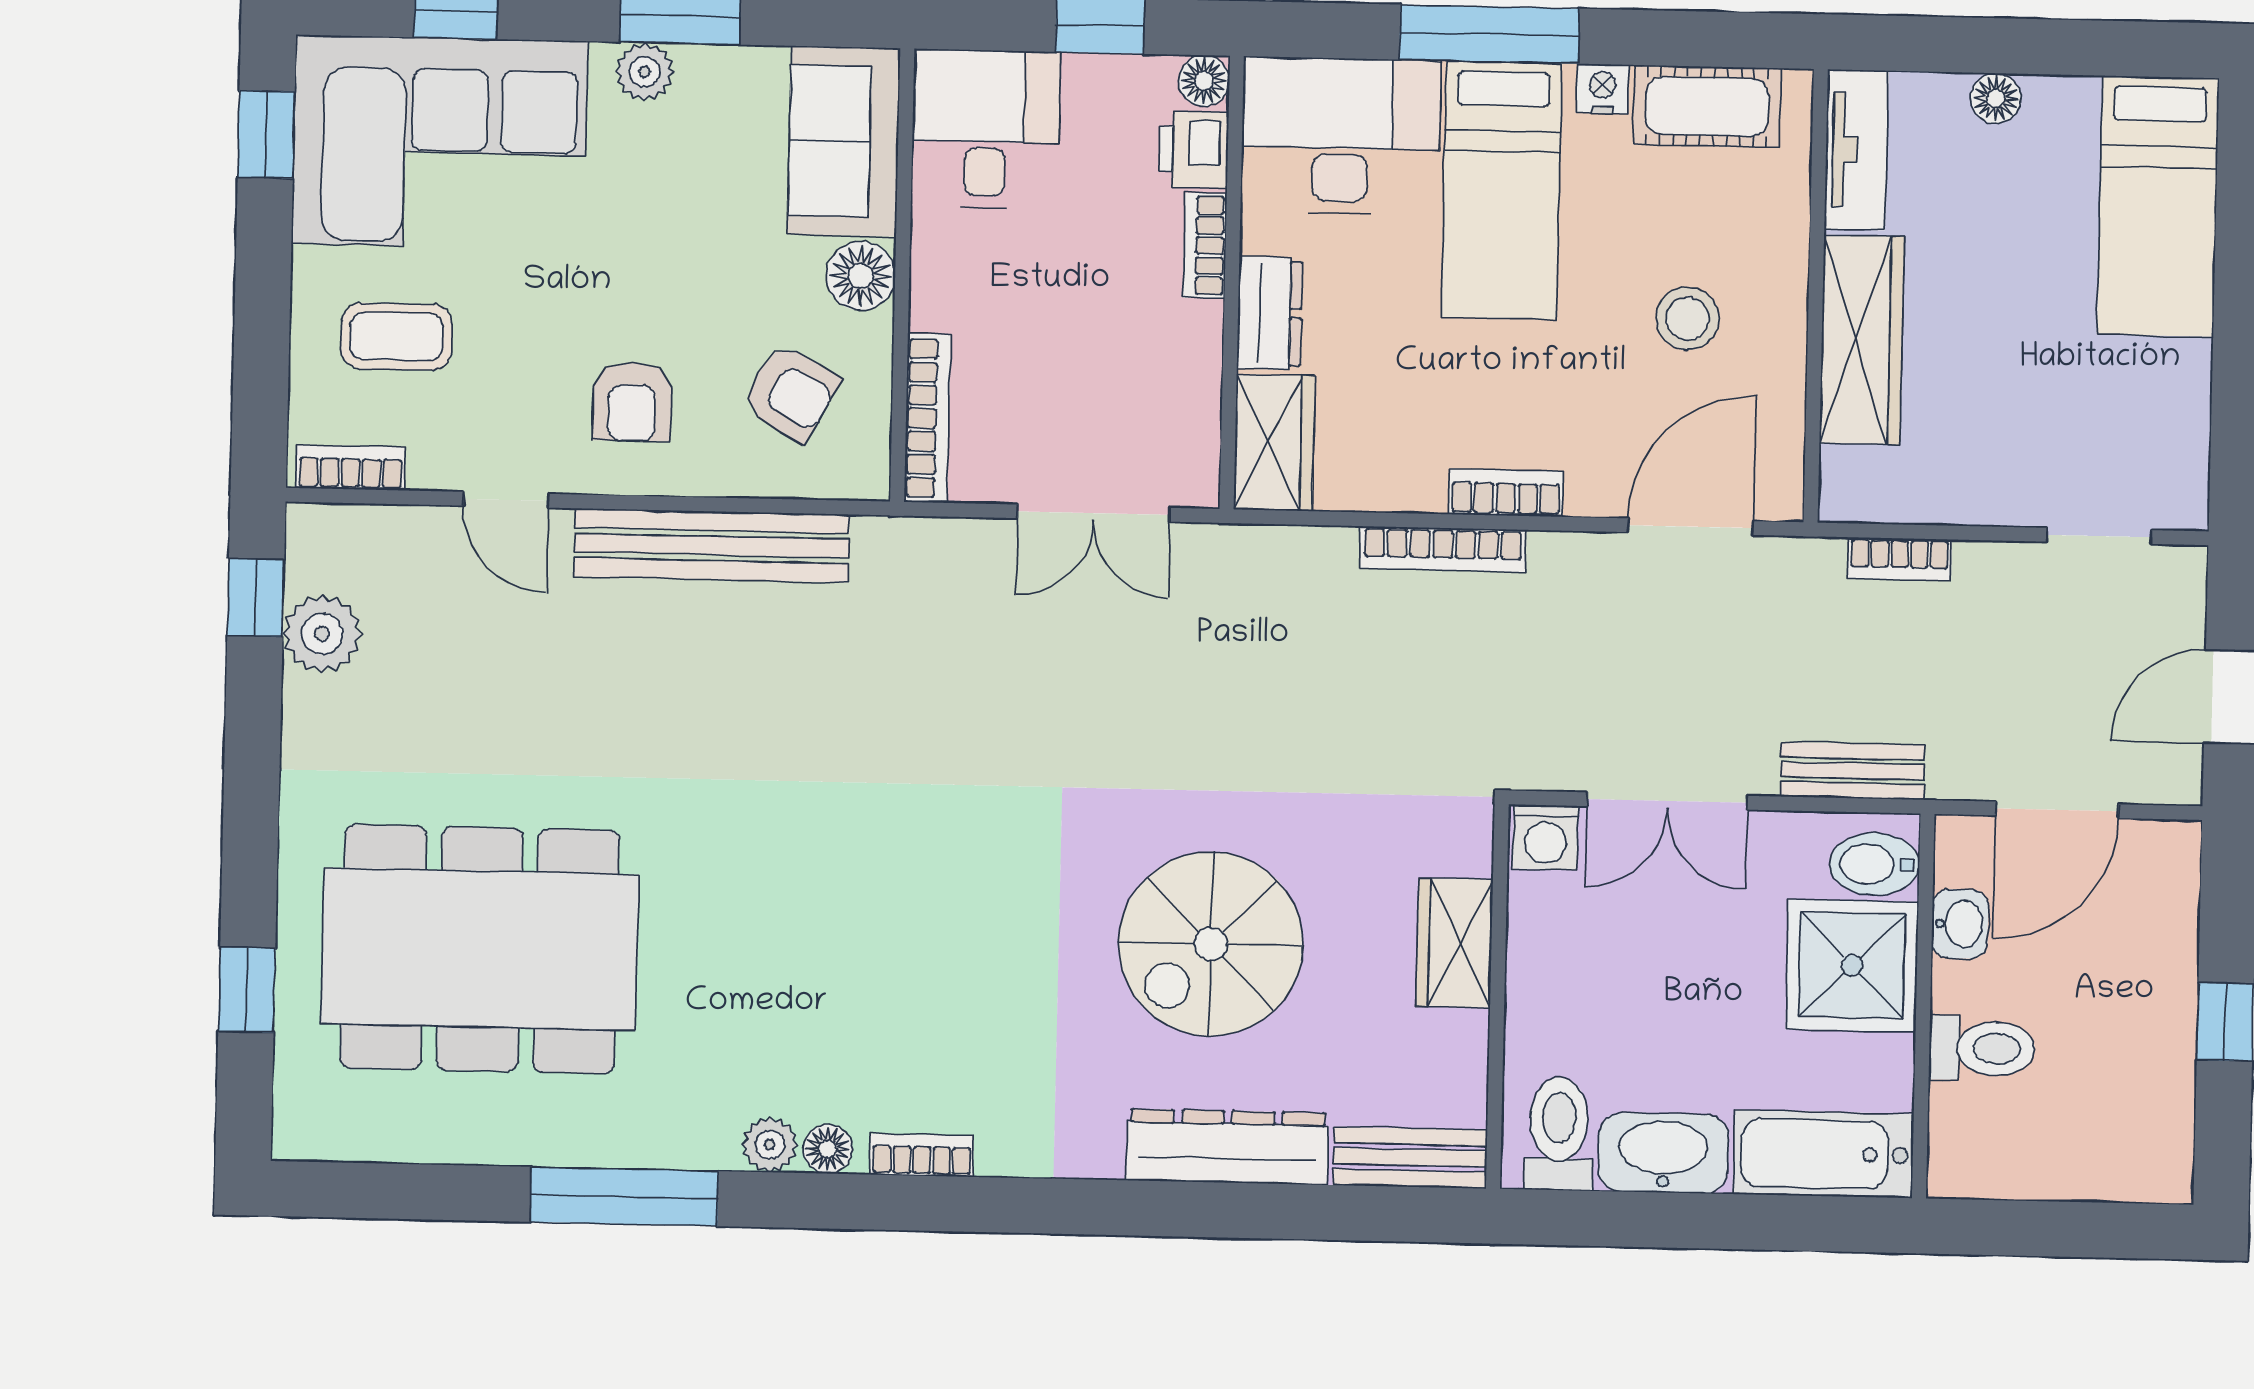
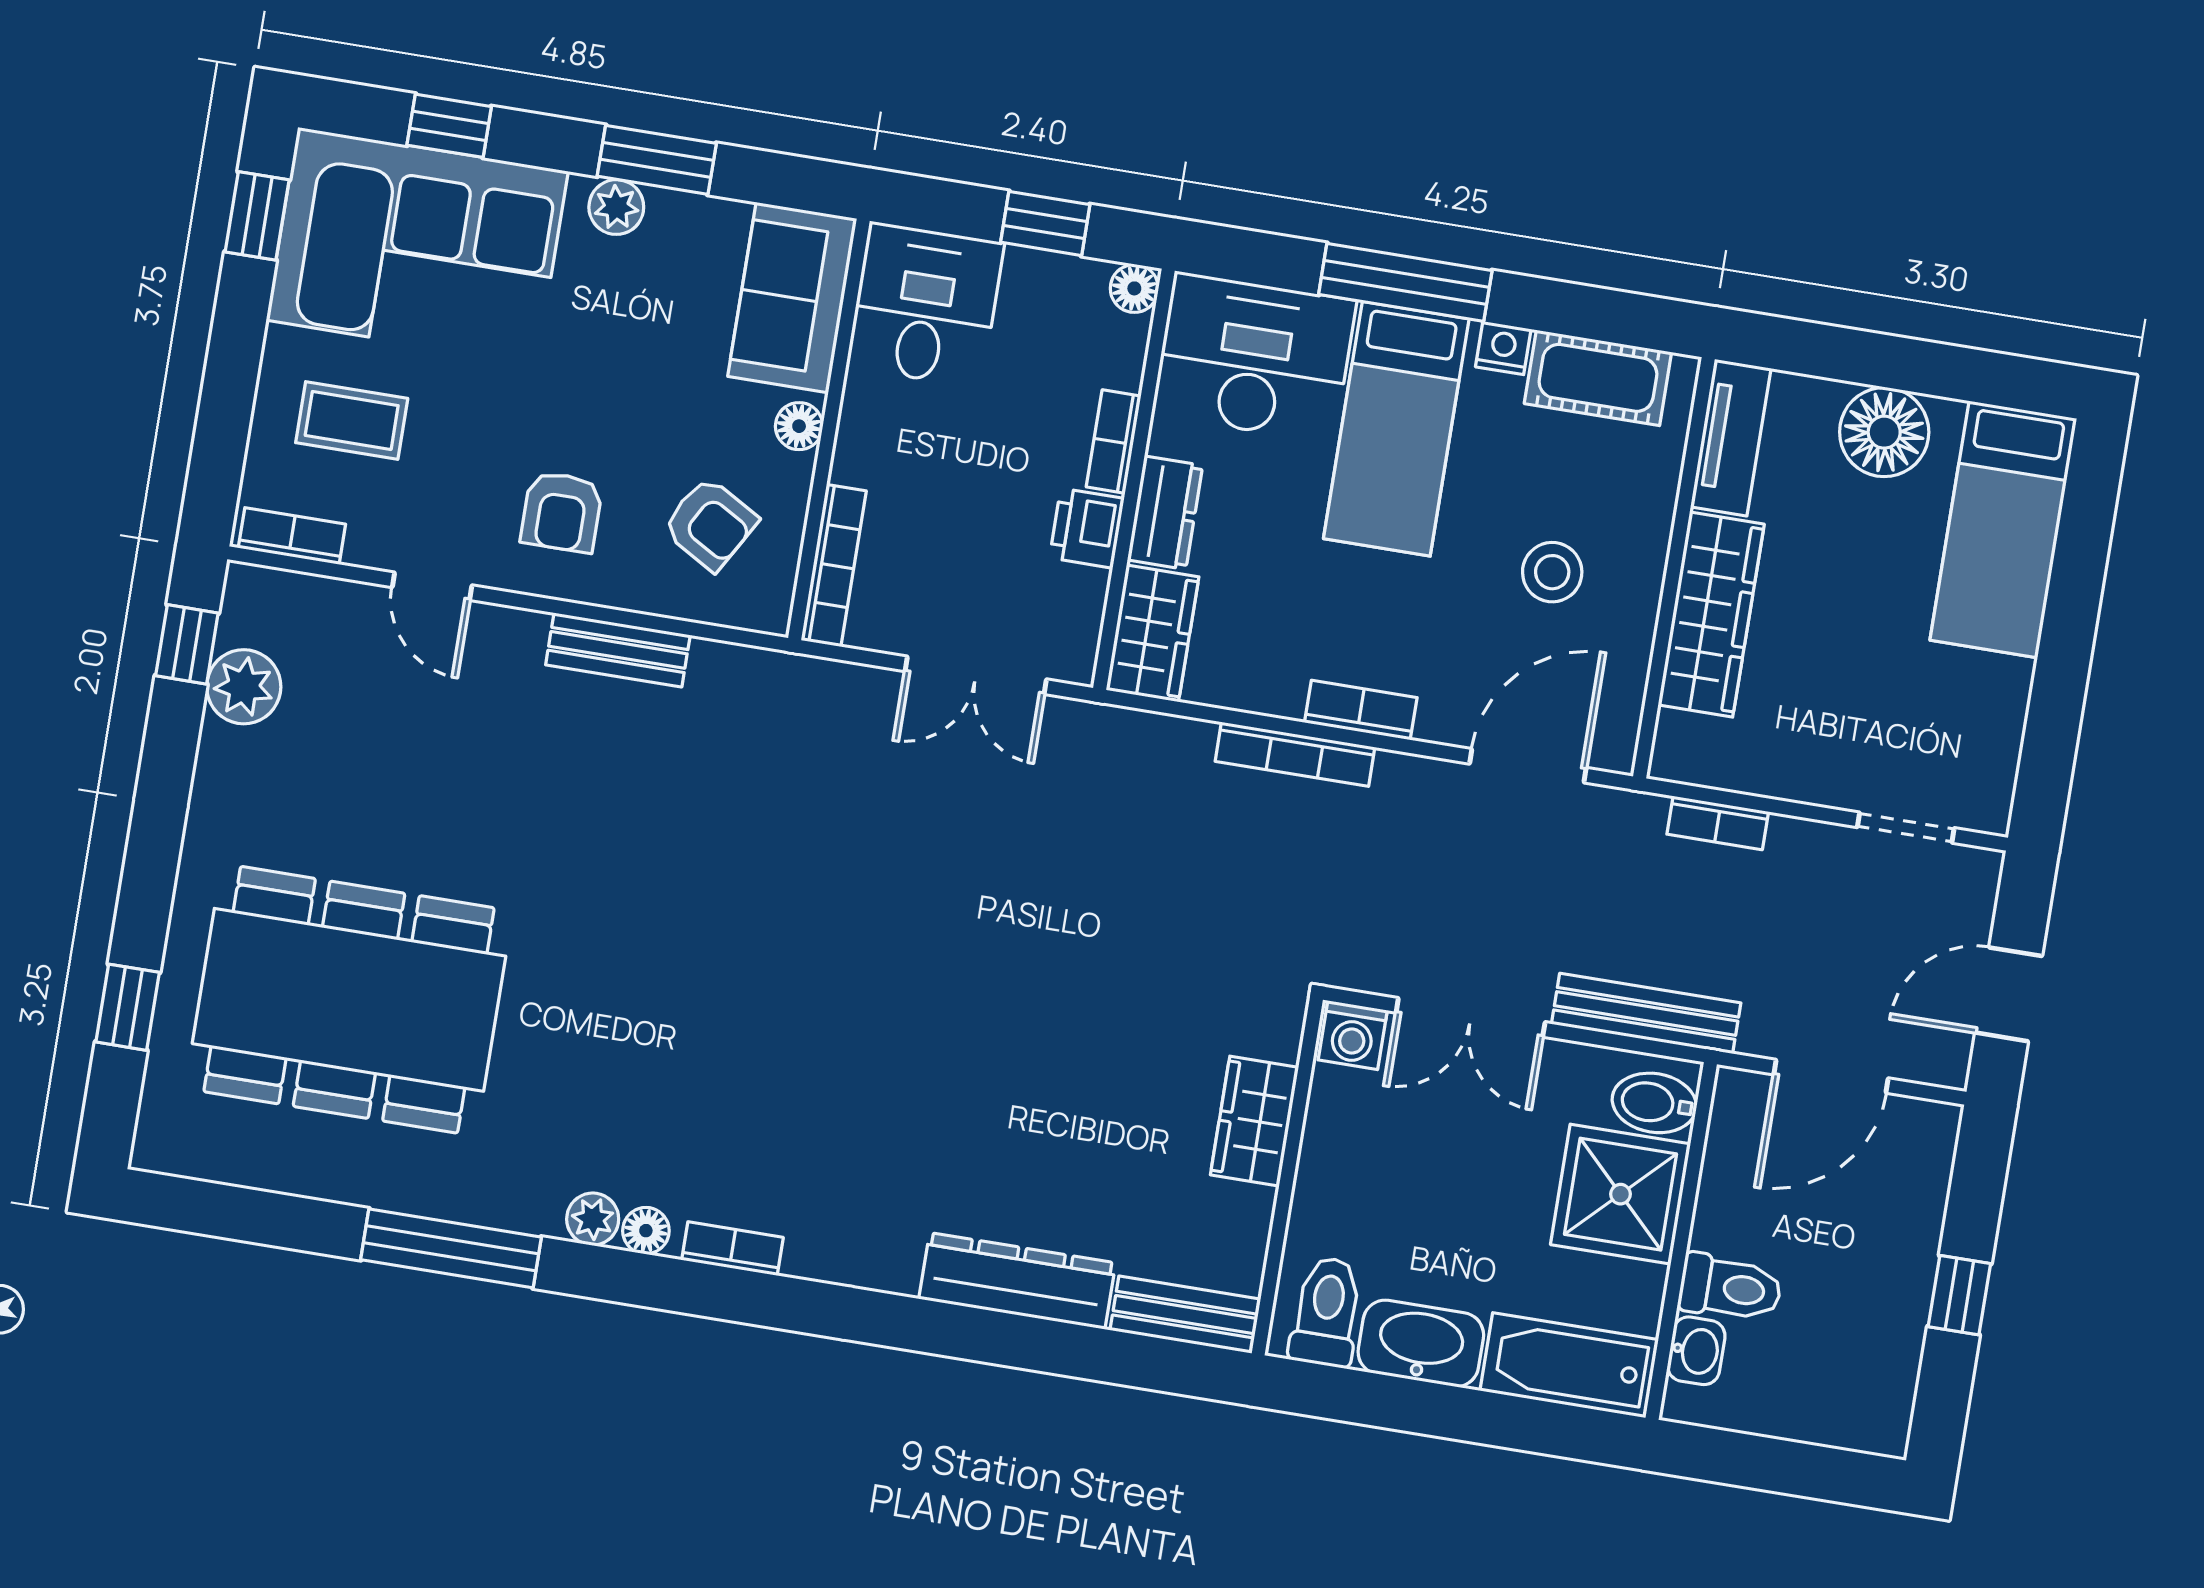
floor lamp: (1996, 98) -> (1884, 432), width x1.89, depth x1.89
printer: (1194, 149) -> (1087, 528), moved
floor lamp: (861, 276) -> (799, 426), width x0.73, depth x0.73
bench: (712, 545) -> (618, 650), width x0.54, depth x0.82
bench: (1852, 771) -> (1646, 1013), width x1.36
washbasin: (1960, 924) -> (1696, 1351), moved
spiral stairs: (1211, 944) -> (1028, 1090), removed

